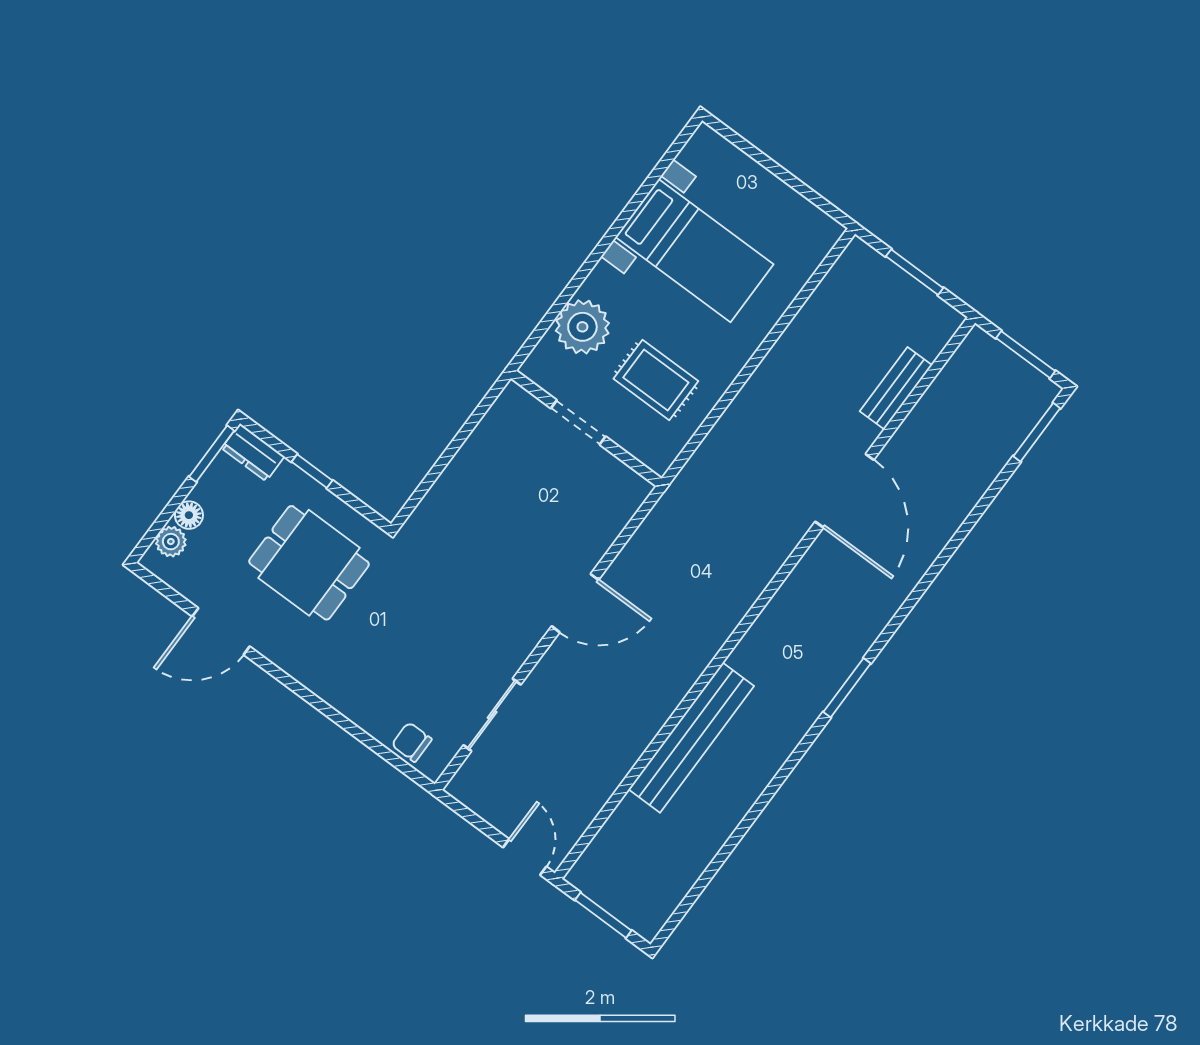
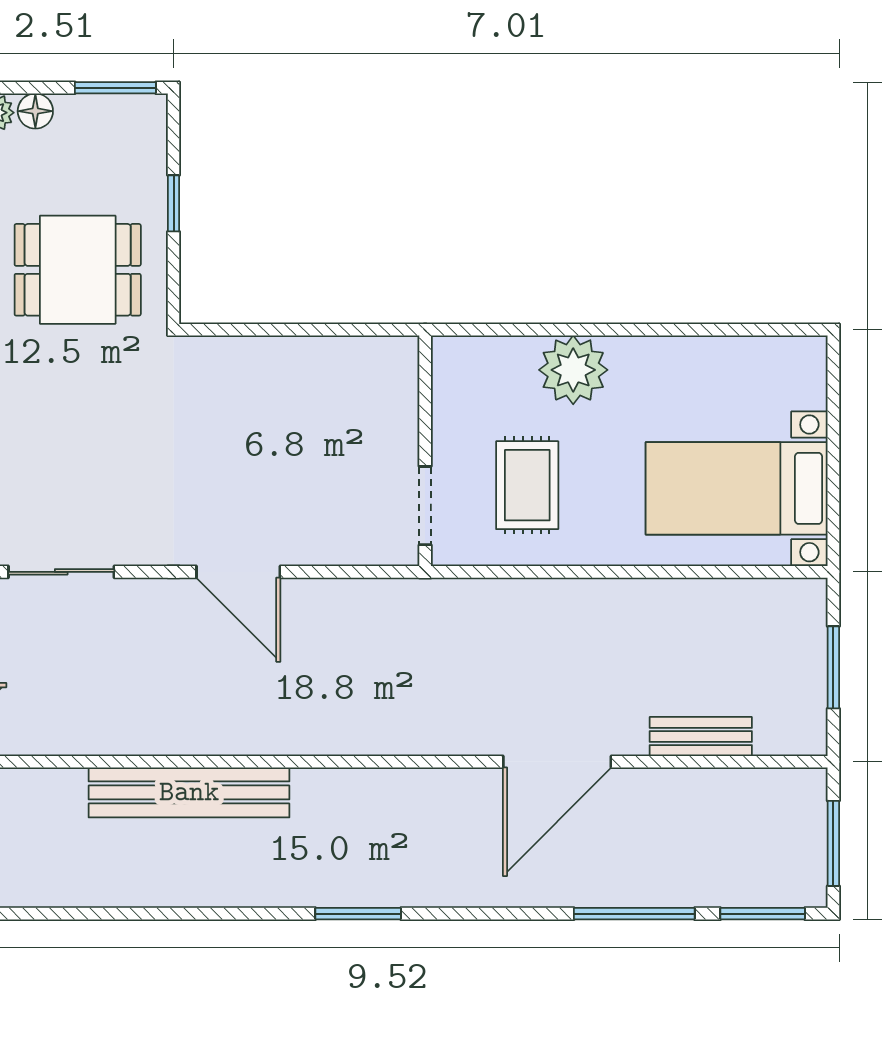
bed with nightstands: (694, 251) -> (737, 488), moved, turned 90
plant: (582, 327) -> (573, 370), moved
doorway: (578, 422) -> (425, 506), moved
dresser: (253, 452) -> (148, 129), removed
window: (977, 513) -> (634, 914), added
dining table: (309, 563) -> (78, 270), turned 90

